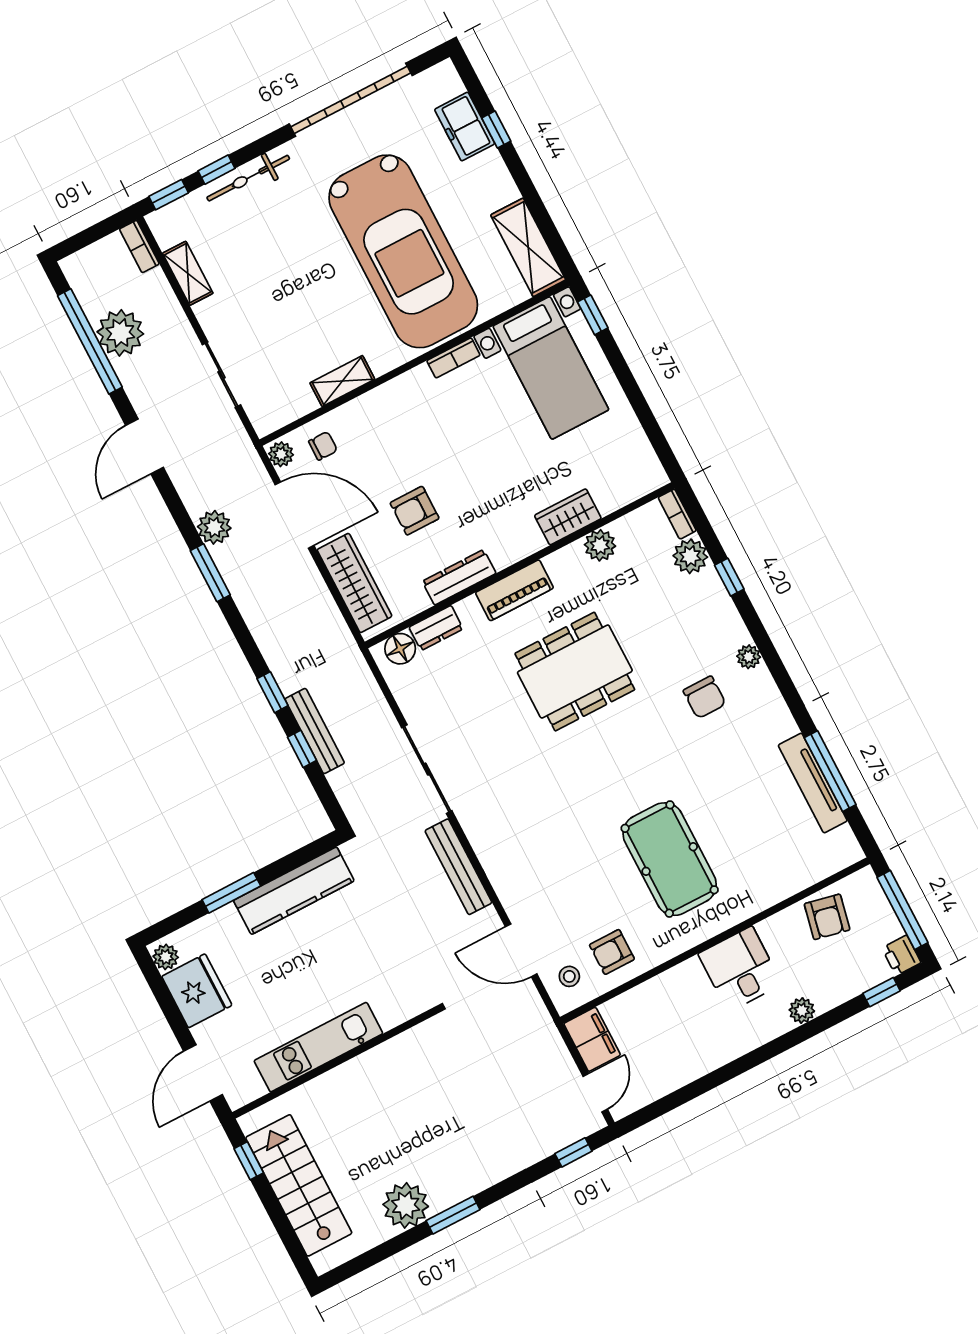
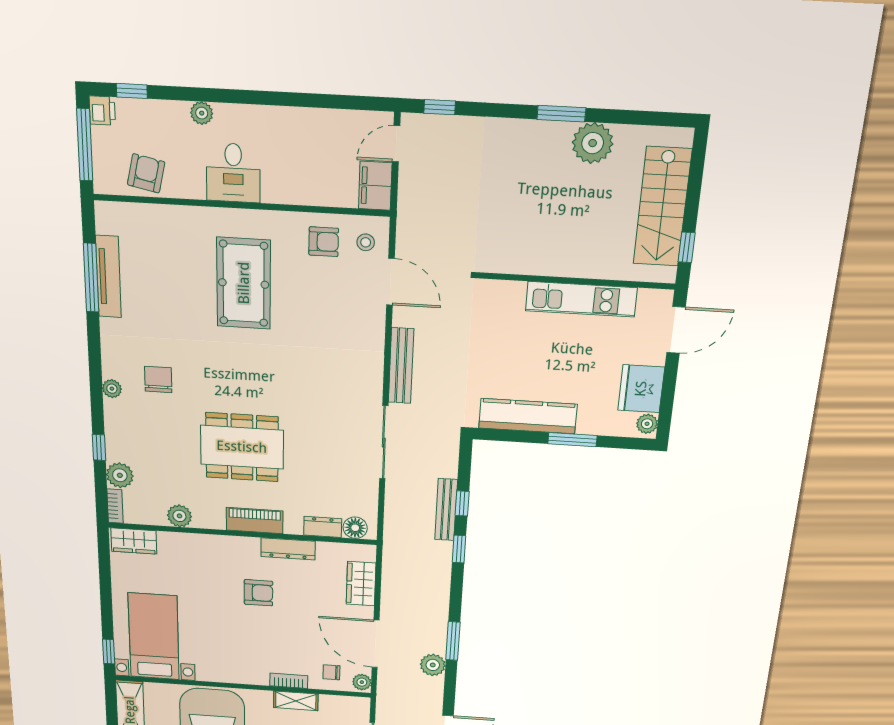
bookcase: (453, 358) -> (289, 681), moved
armchair: (415, 511) -> (258, 593), moved
wardrobe: (568, 517) -> (134, 541), moved
wardrobe: (354, 583) -> (361, 584), width x0.67

